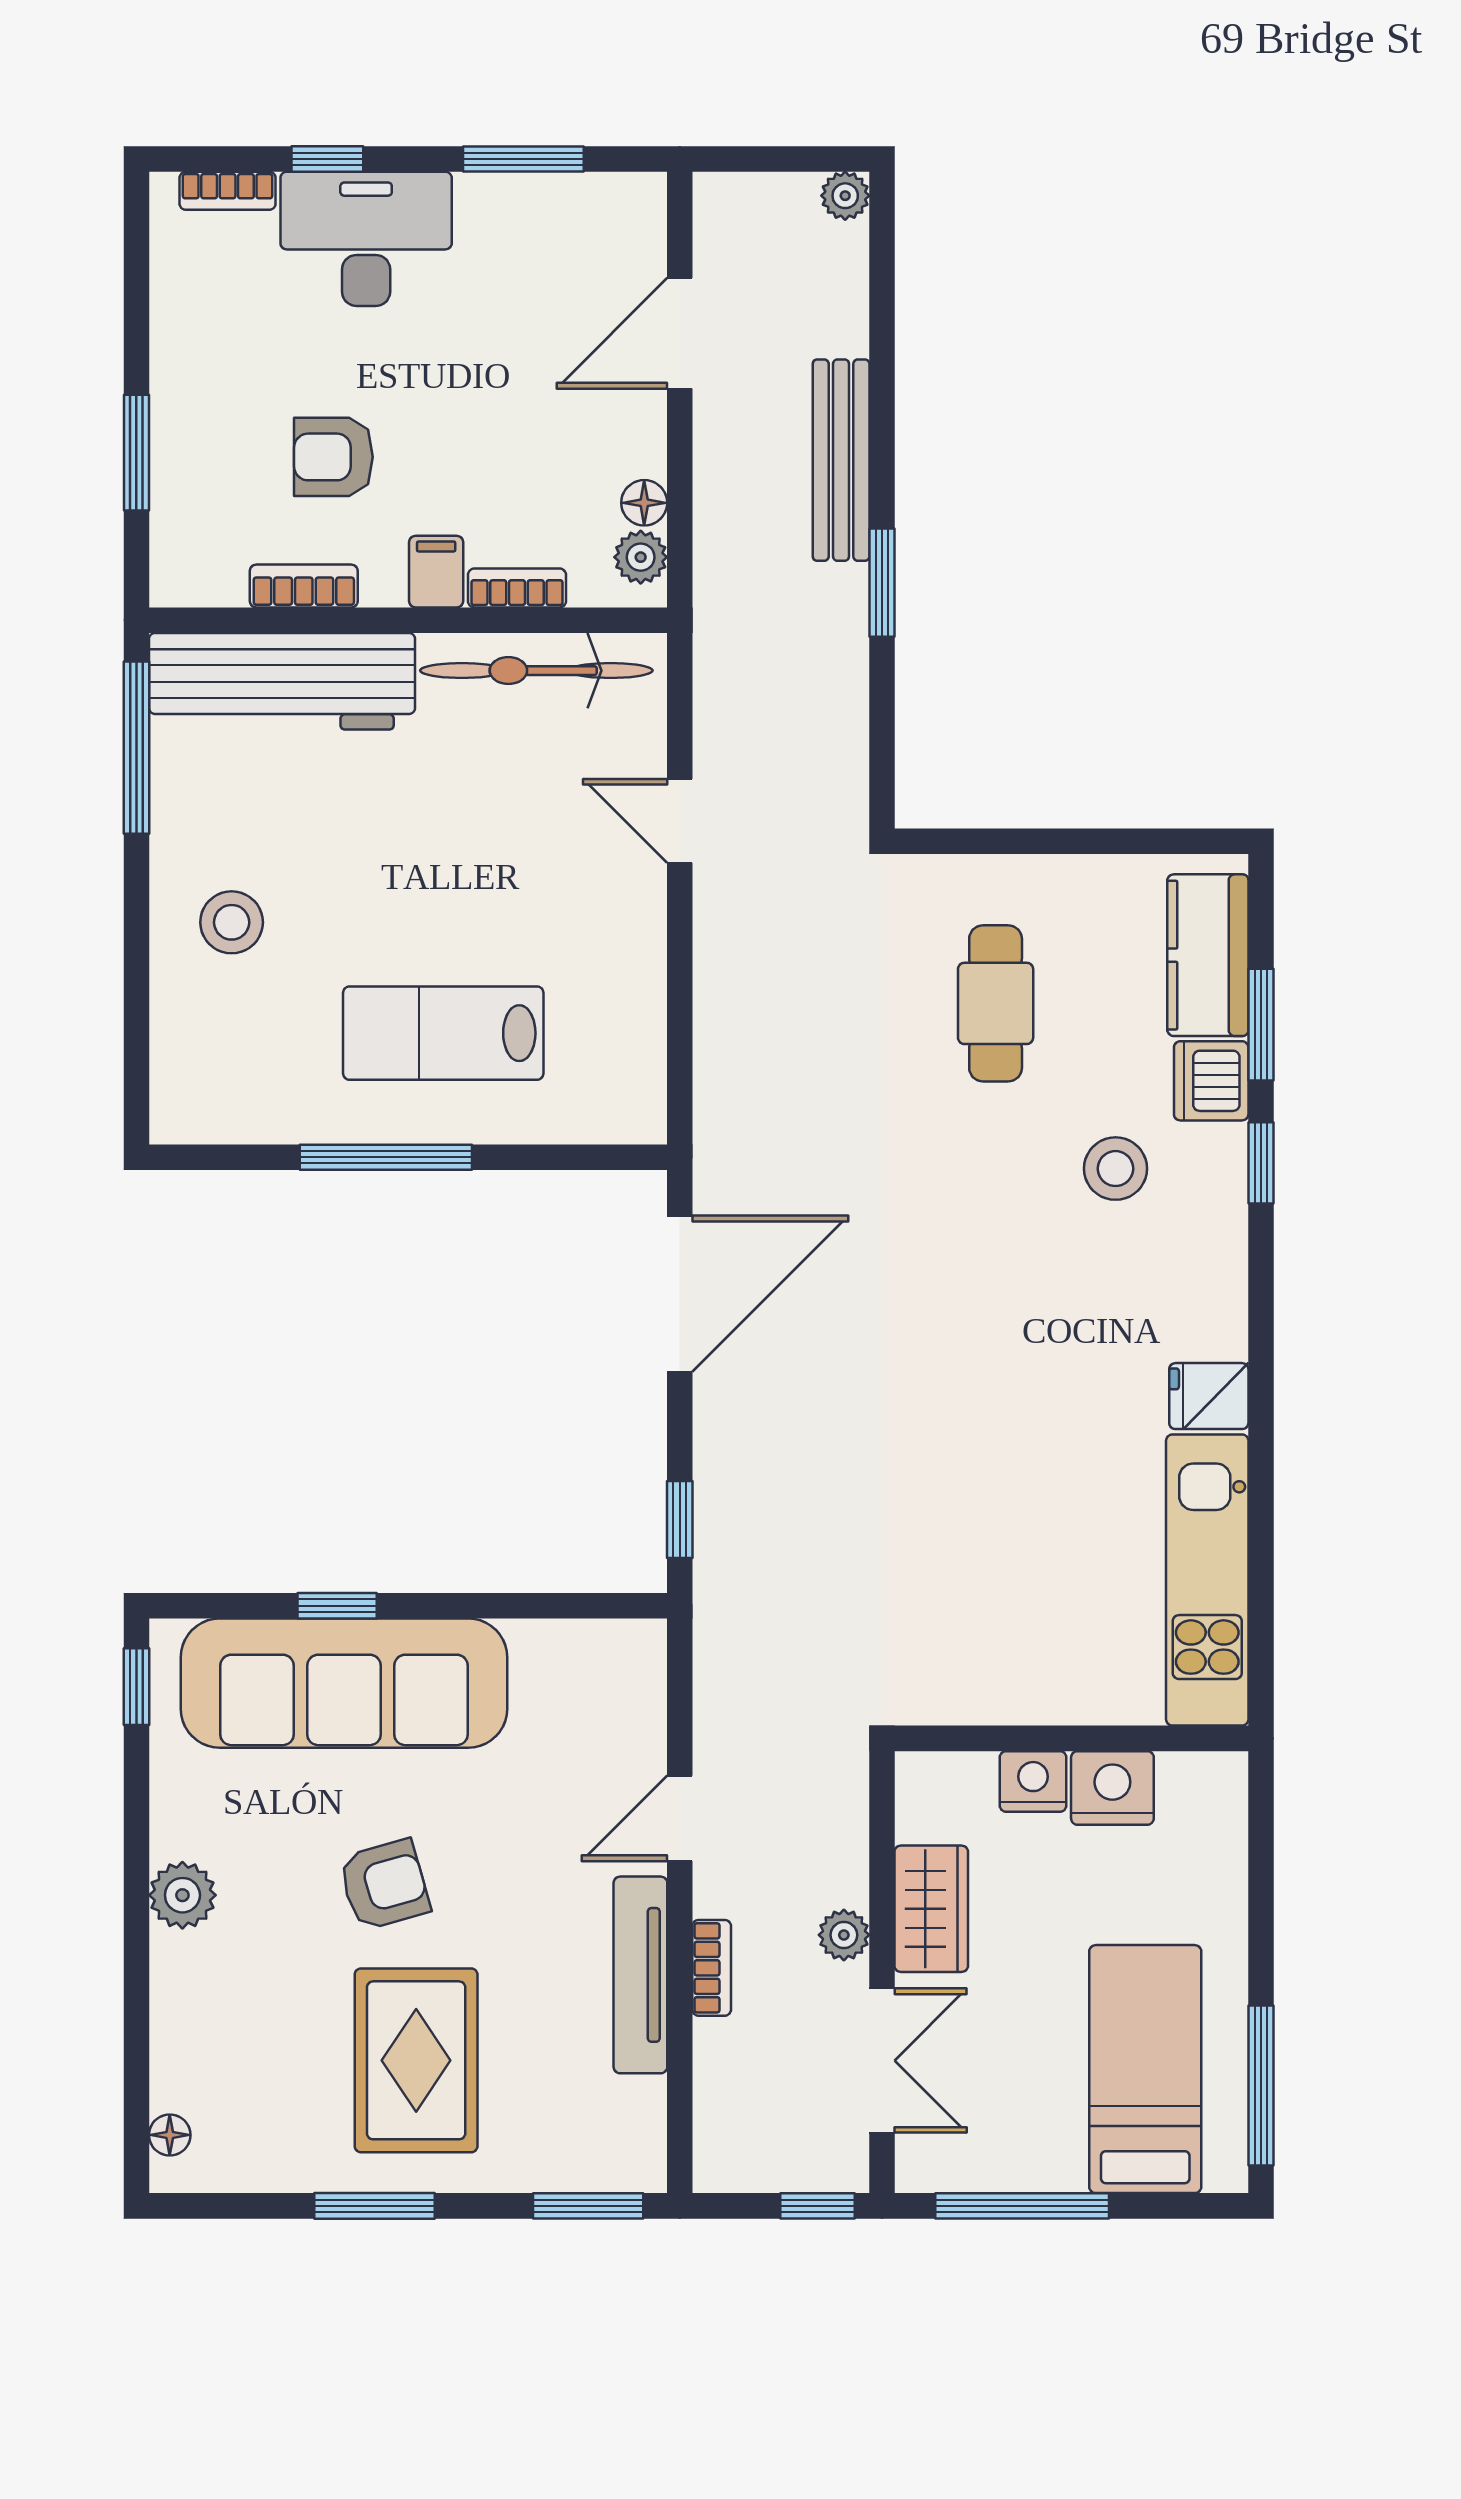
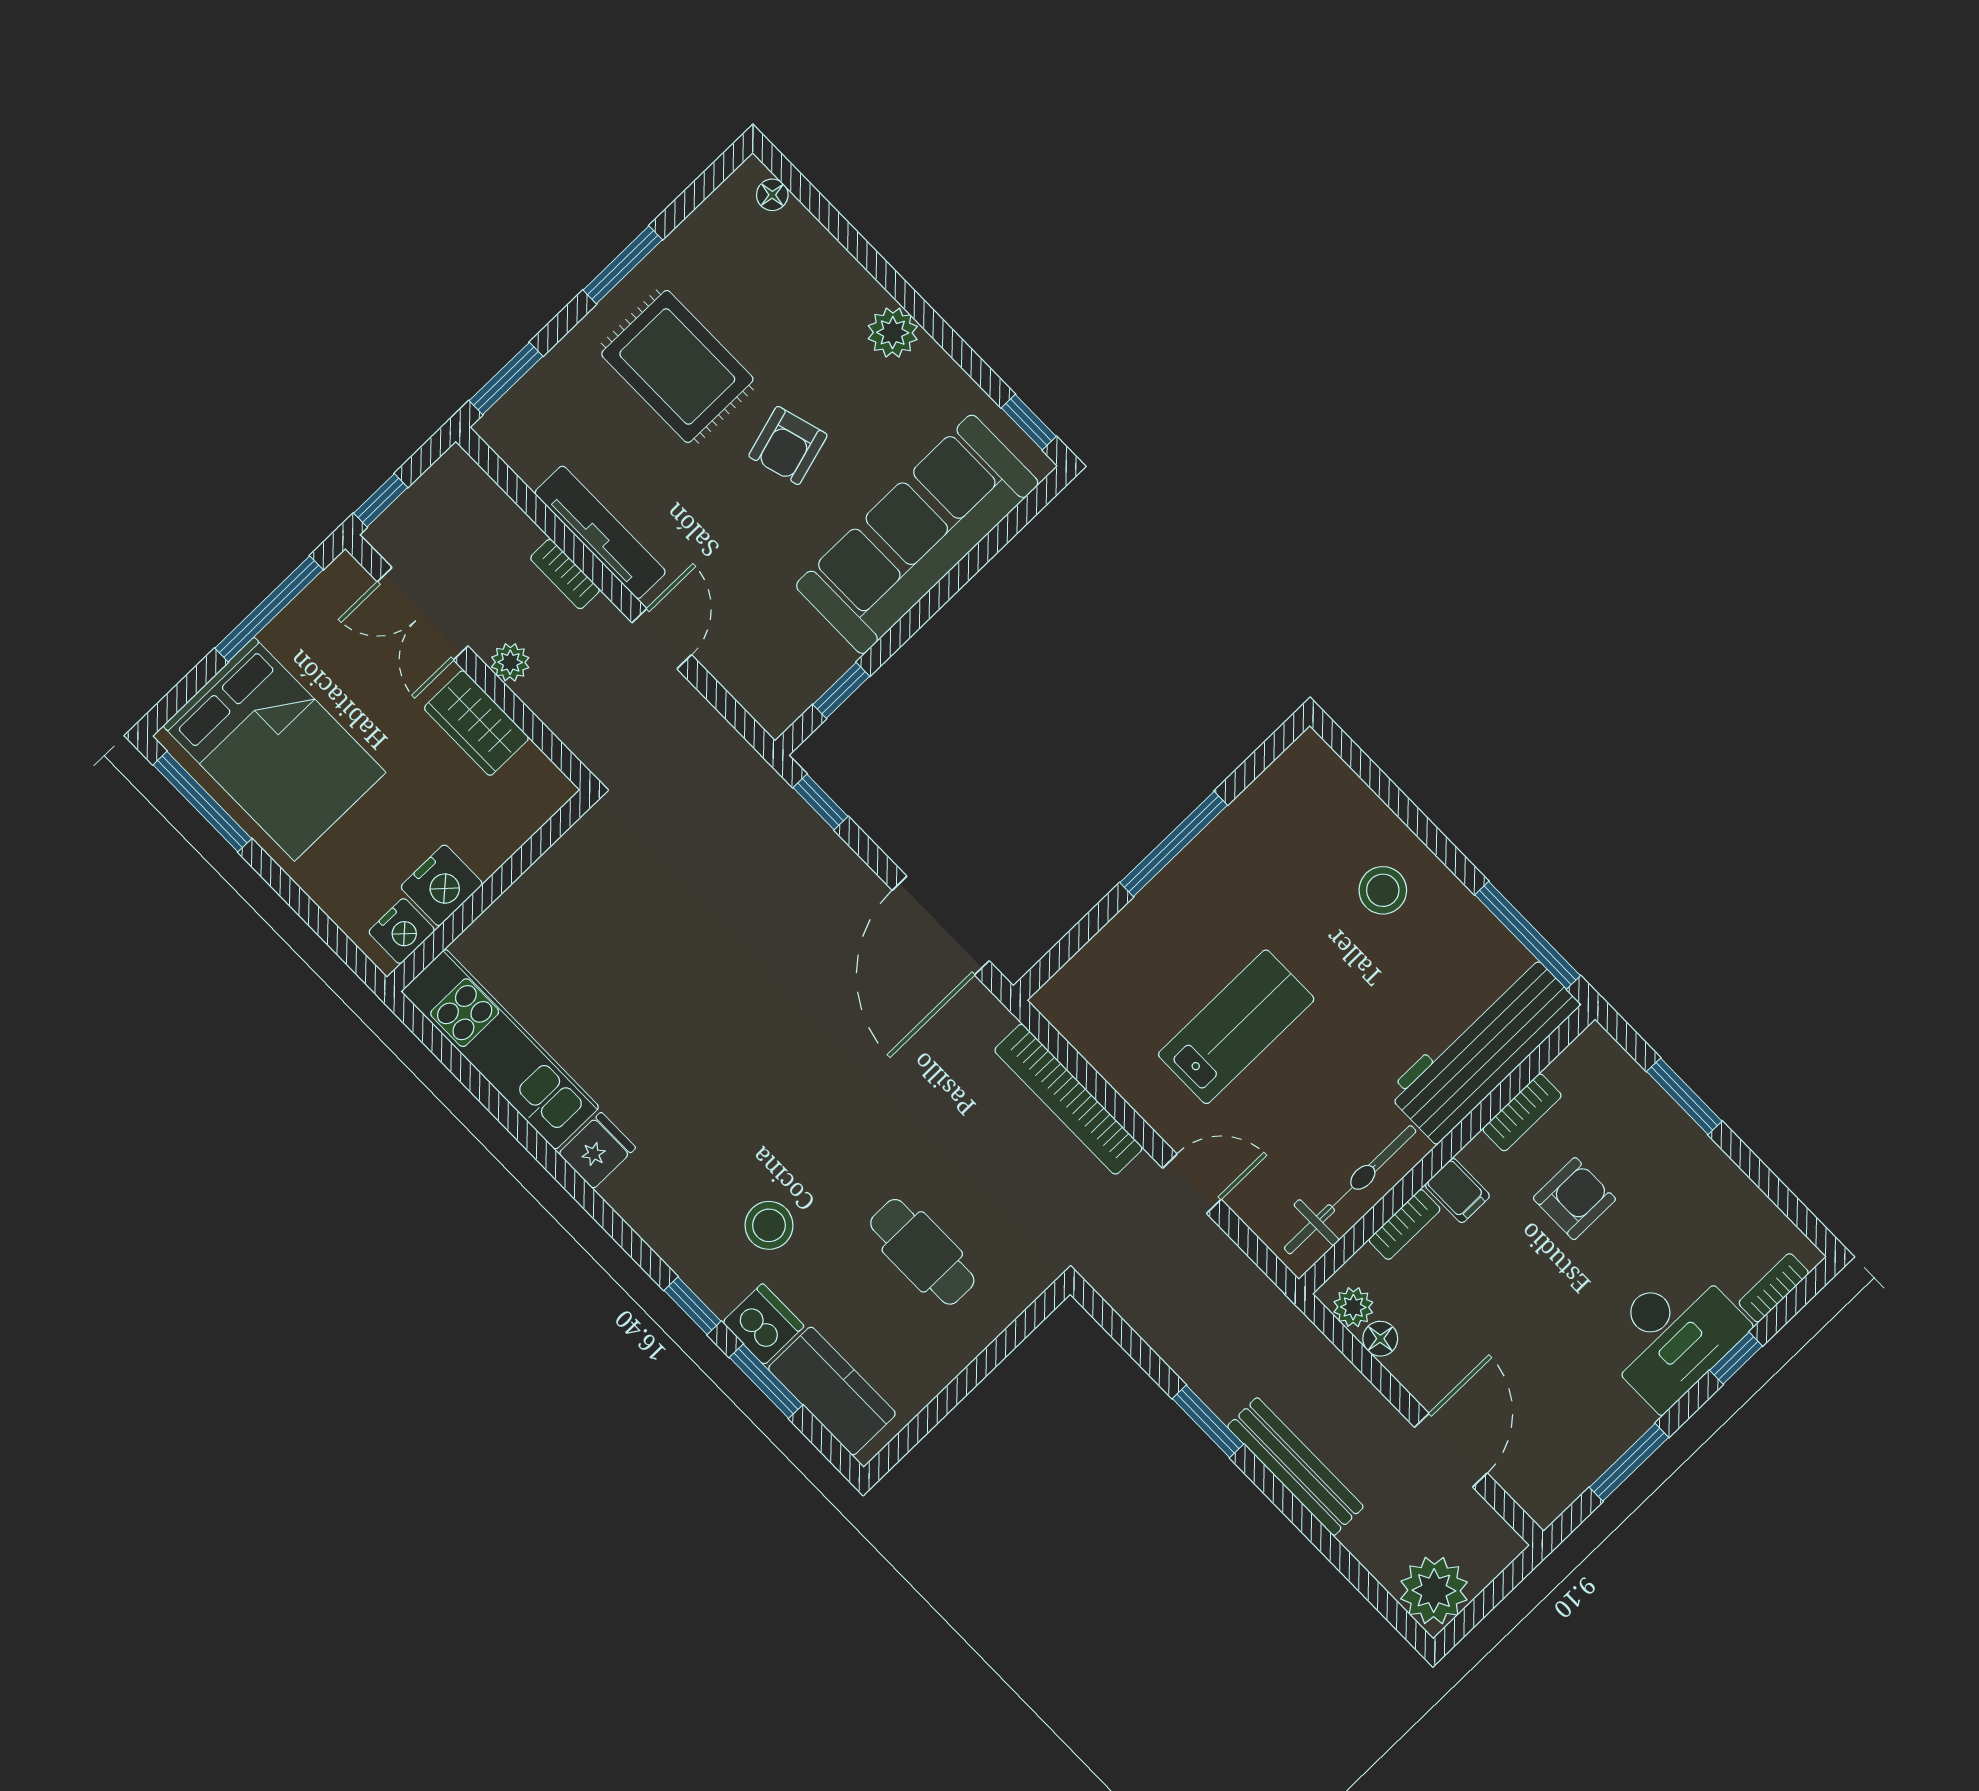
plant: (845, 196) -> (1434, 1591), width x1.87, depth x1.87
bookcase: (718, 1013) -> (1068, 1099), added
lab bench: (443, 1033) -> (1236, 1027), moved
window: (337, 1606) -> (841, 690), moved
nightstand: (1033, 1781) -> (402, 931), moved
bed: (1145, 2069) -> (274, 749), width x1.50

